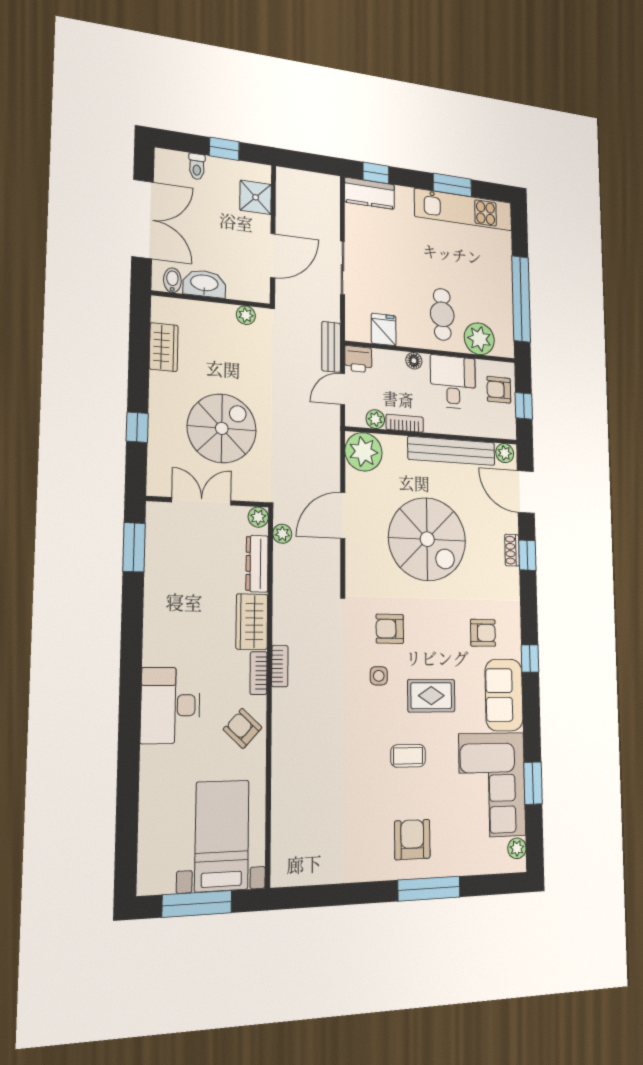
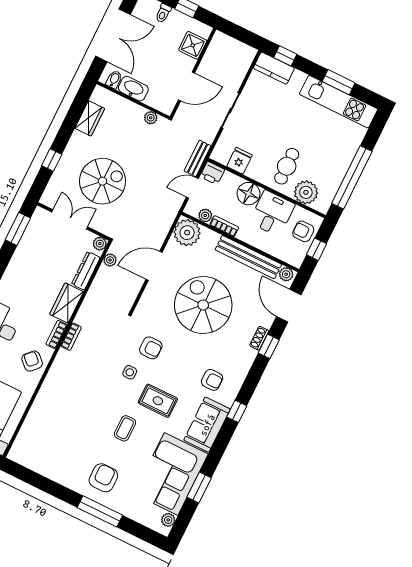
floor lamp: (414, 361) -> (248, 194), width x1.89, depth x1.89
spiral stairs: (427, 539) -> (203, 305), turned 180
armchair: (390, 629) -> (151, 348), turned 180
coffee table: (408, 756) -> (125, 428), turned 90

